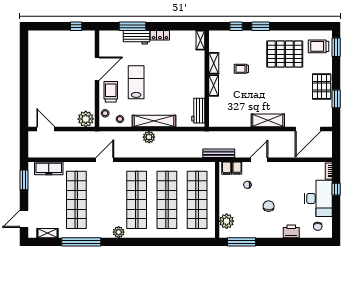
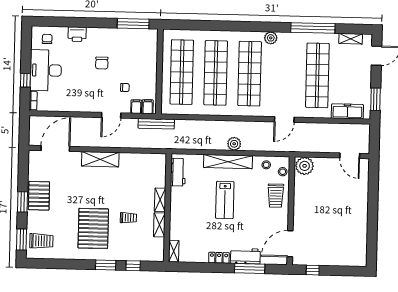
pallet: (285, 54) -> (93, 228), moved, turned 90
door: (97, 69) -> (290, 244), moved
lab bench: (136, 82) -> (225, 200), moved
window: (336, 99) -> (22, 202), moved
plant: (227, 221) -> (149, 47), removed

